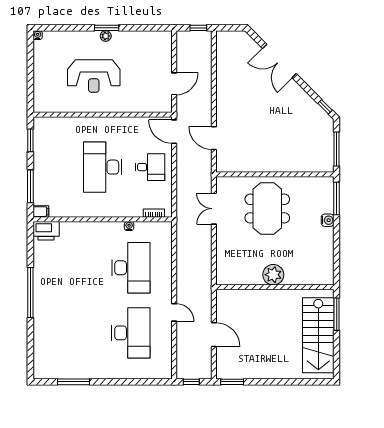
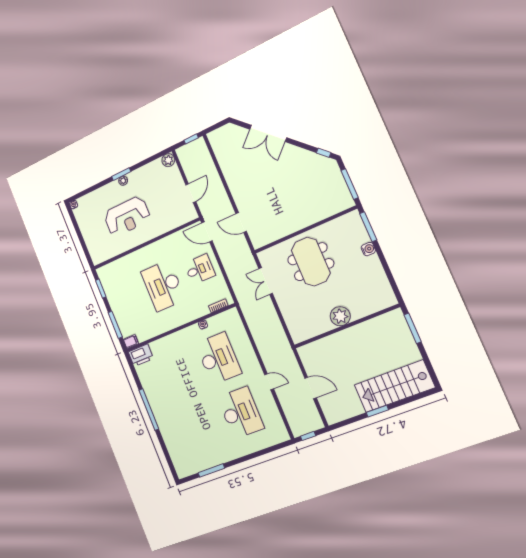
plant: (165, 38) -> (168, 160), added
stairs: (318, 335) -> (394, 386), moved, turned 90
window: (232, 382) -> (377, 411), moved

